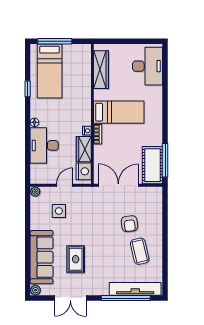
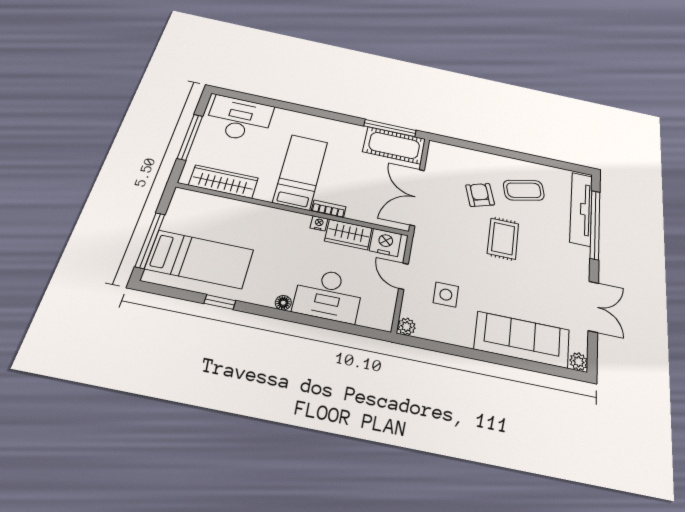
window: (127, 41) -> (190, 137), added
armchair: (129, 224) -> (480, 195), turned -100
rug: (76, 259) -> (503, 239), moved, turned 90

